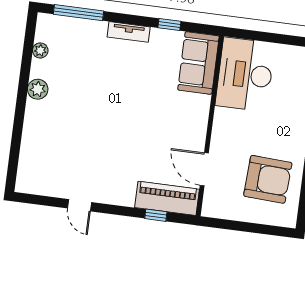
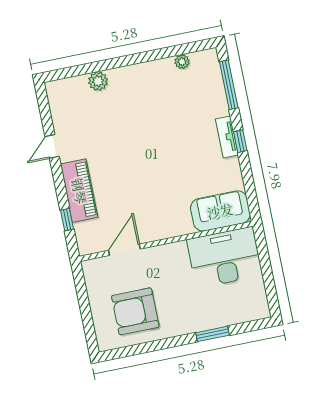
window: (169, 24) -> (240, 141), moved
plant: (38, 89) -> (98, 81), moved
armchair: (268, 179) -> (135, 311), turned 87
piano: (167, 198) -> (79, 191), moved

